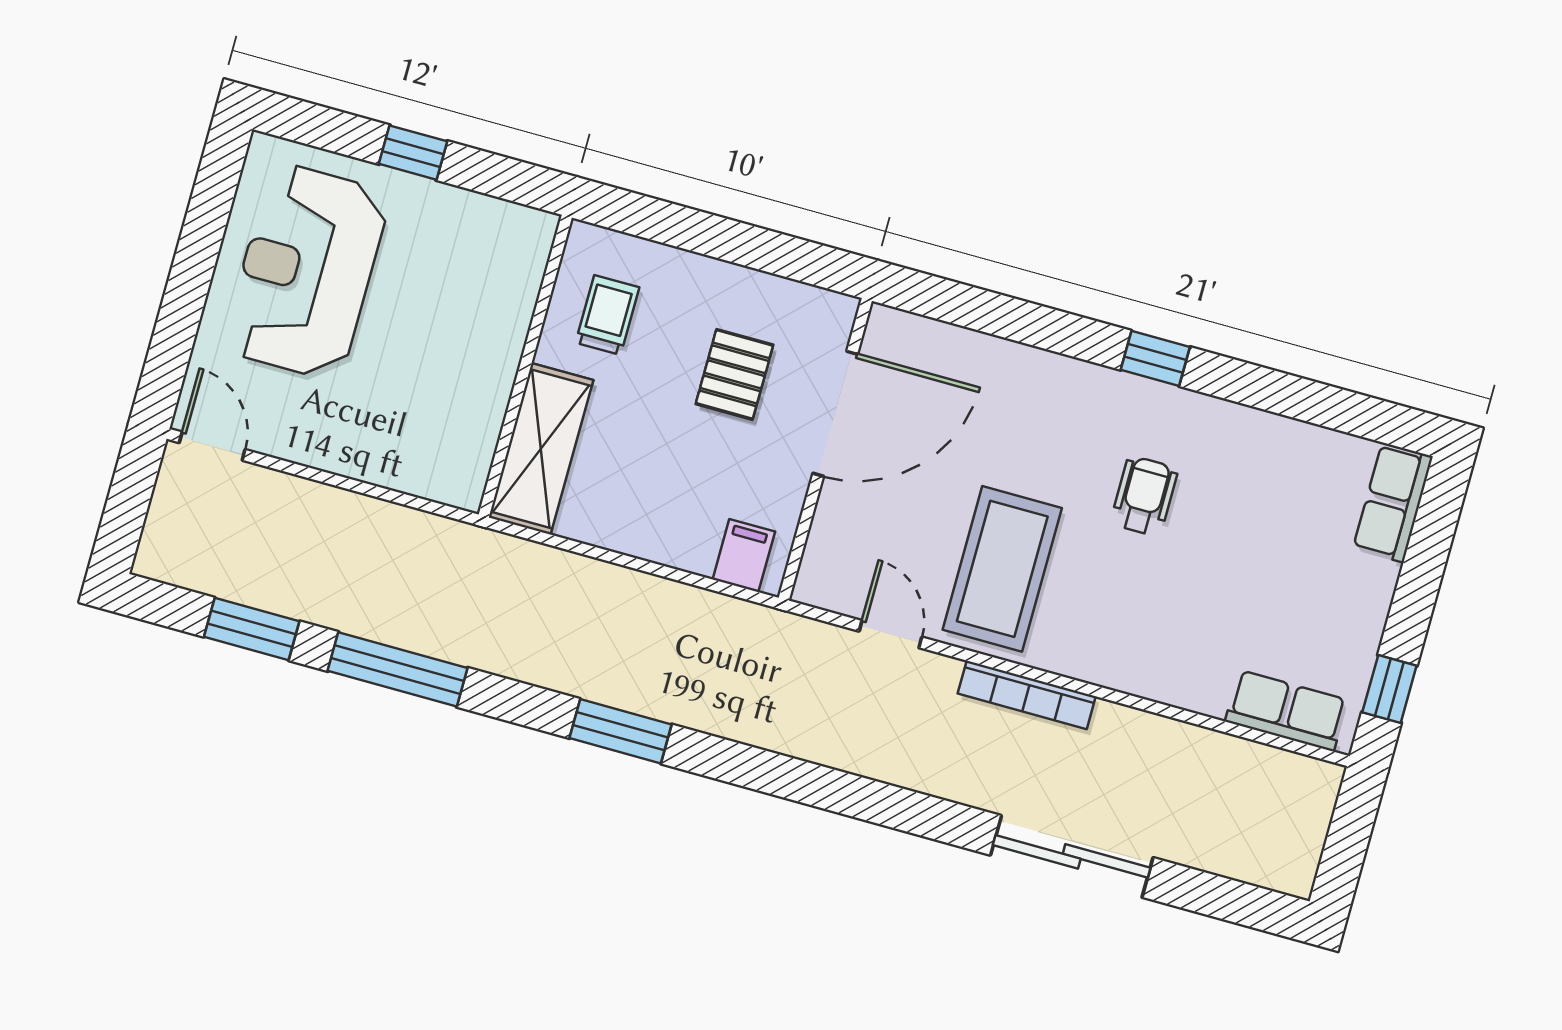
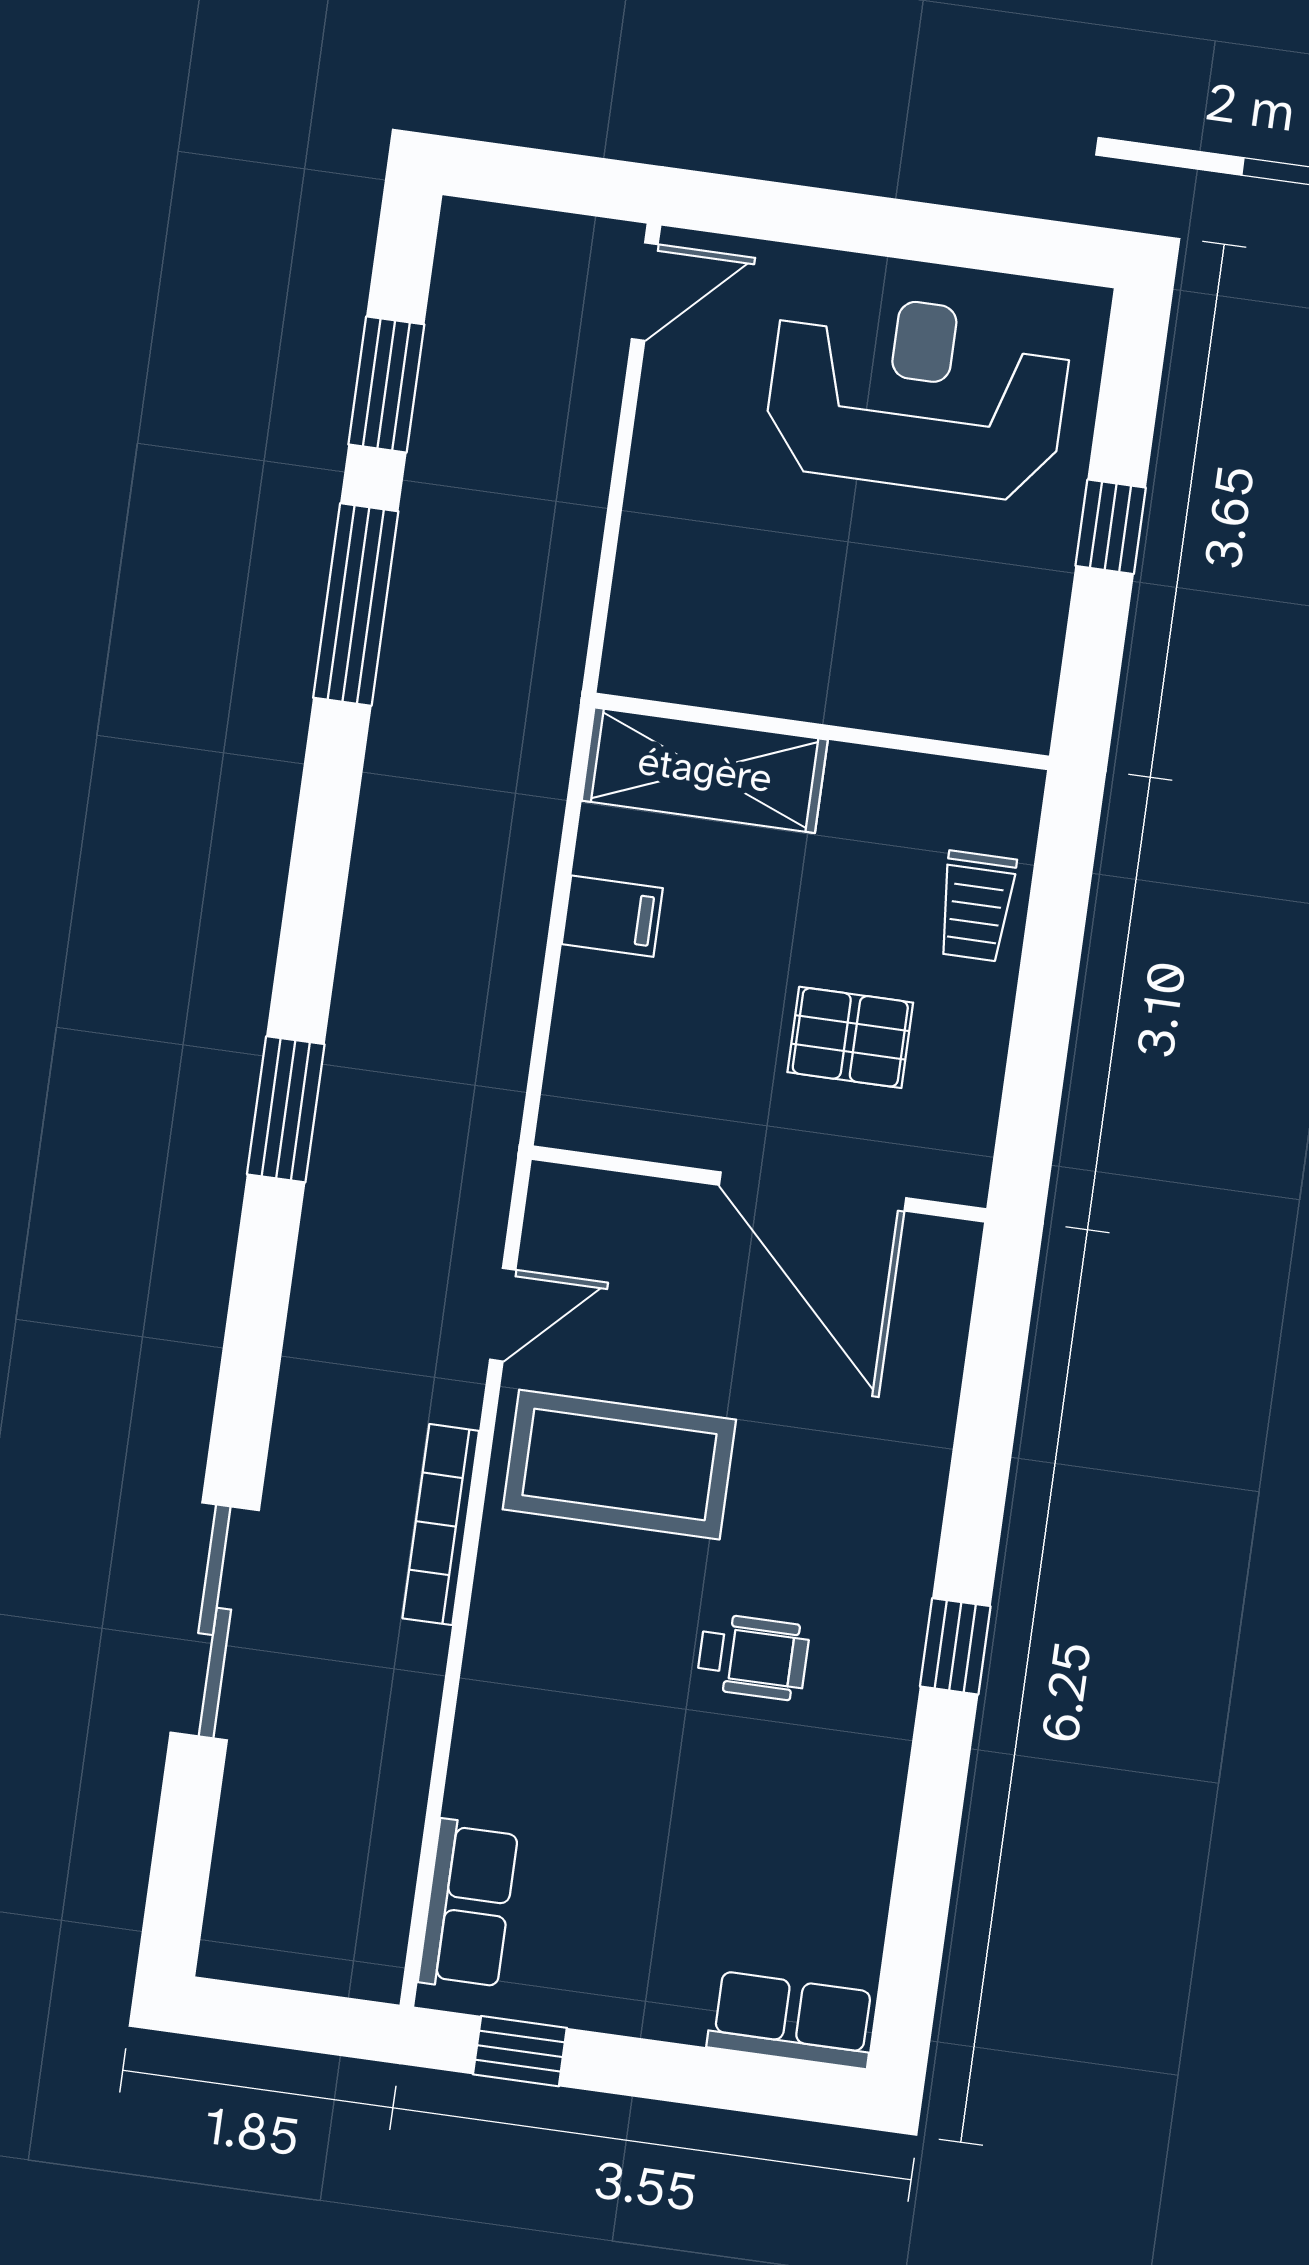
trolley: (607, 315) -> (976, 906), moved, turned 90
filing cabinet: (744, 556) -> (612, 916), moved
window: (620, 731) -> (286, 1109), moved

